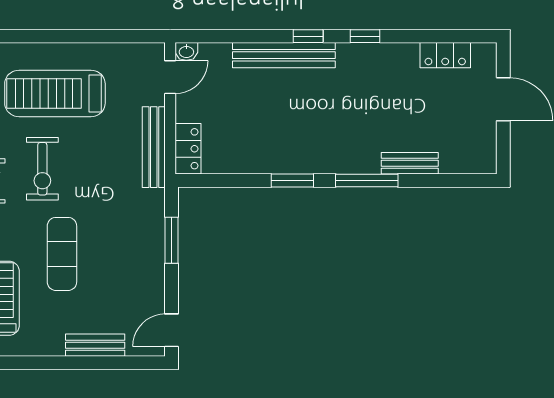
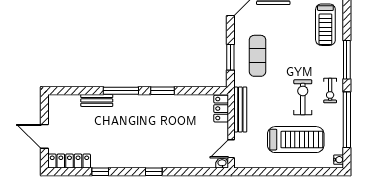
window: (365, 36) -> (100, 172), moved
bench: (284, 55) -> (167, 161), removed
locker: (445, 55) -> (69, 161), width x1.53
exercise mat: (62, 254) -> (257, 56), moved

